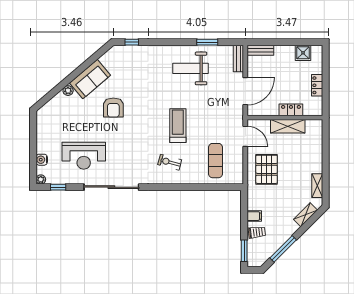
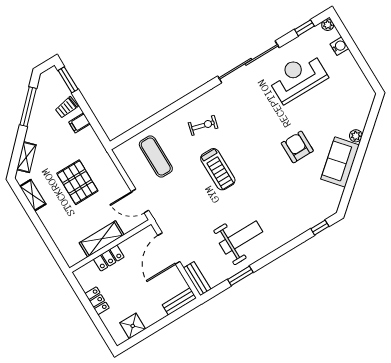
pallet: (267, 169) -> (77, 182), moved

